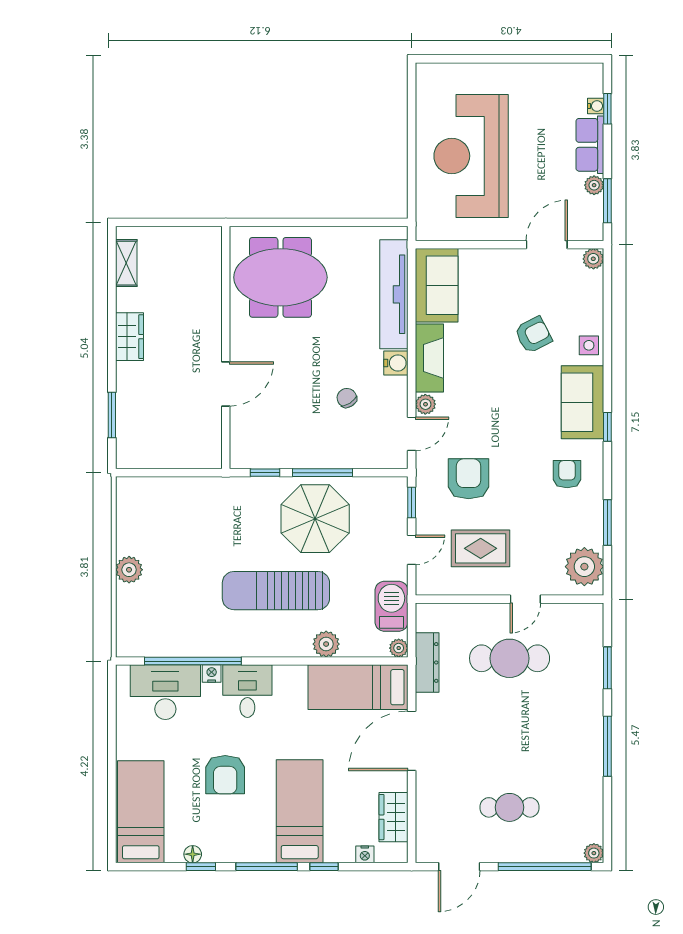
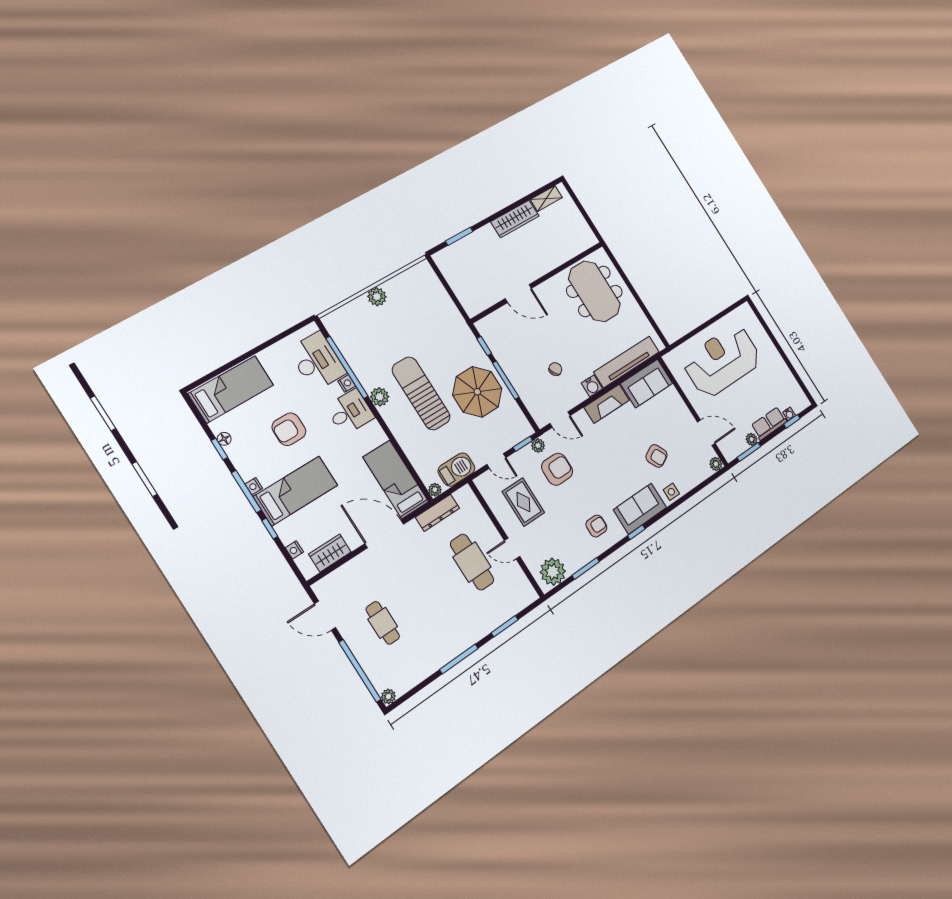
wardrobe: (129, 337) -> (515, 219), width x1.50
plant: (425, 404) -> (538, 446), moved
plant: (326, 644) -> (380, 397), moved
nightstand: (266, 855) -> (254, 486), added

